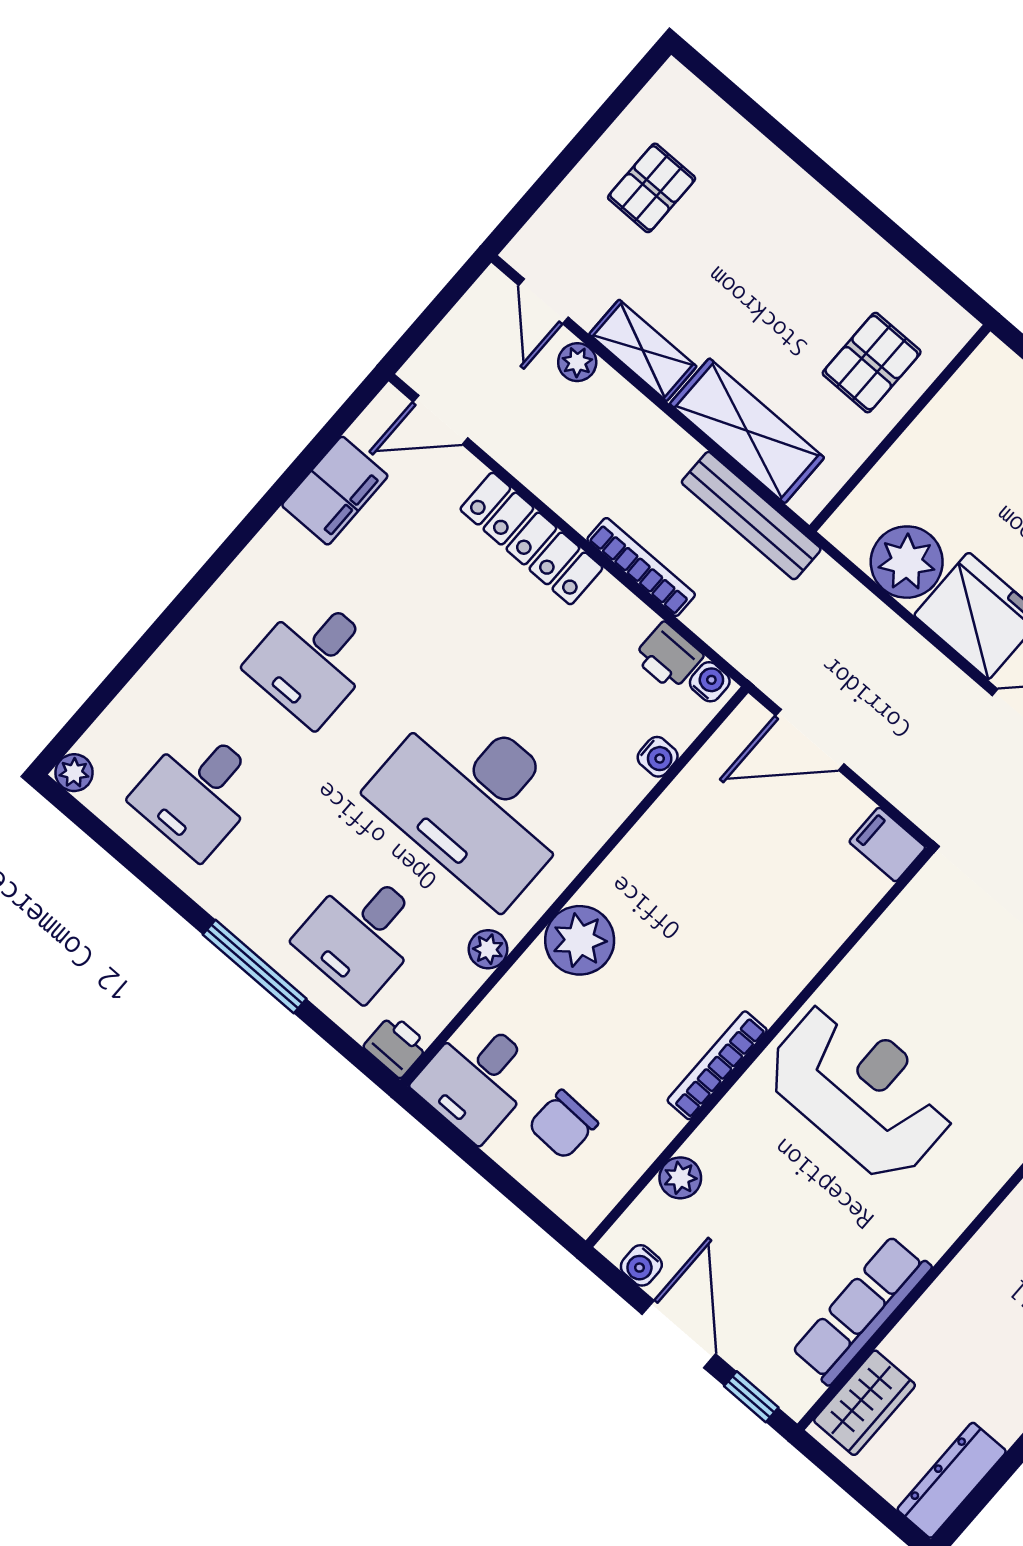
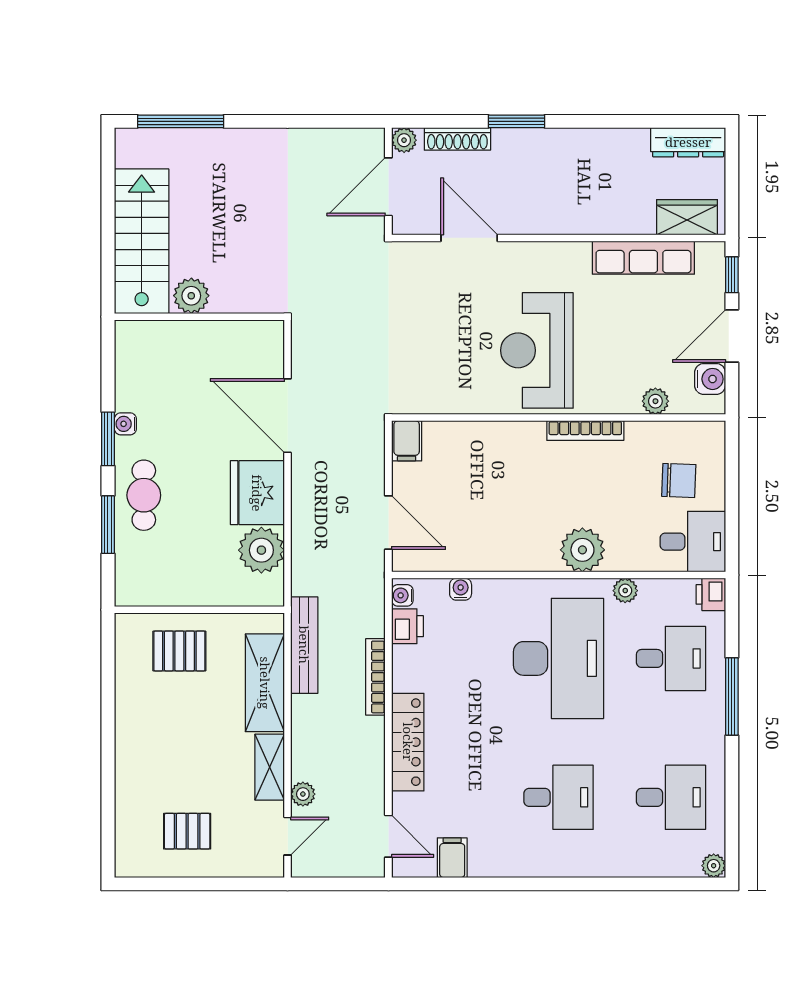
filing cabinet: (335, 491) -> (452, 858), width x0.50
water cooler: (641, 1265) -> (710, 379), width x1.38, depth x1.38

